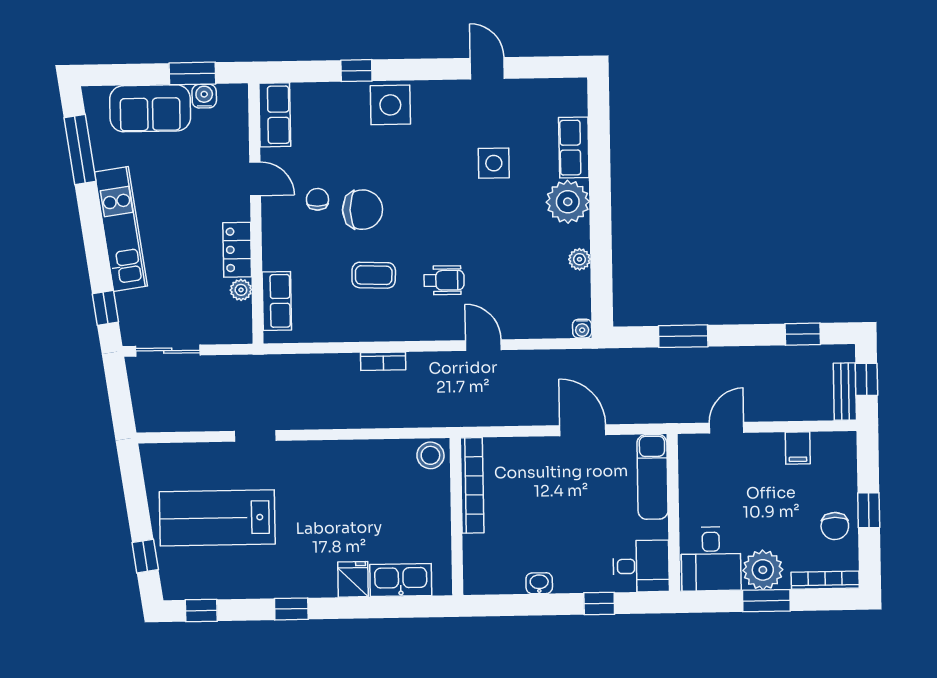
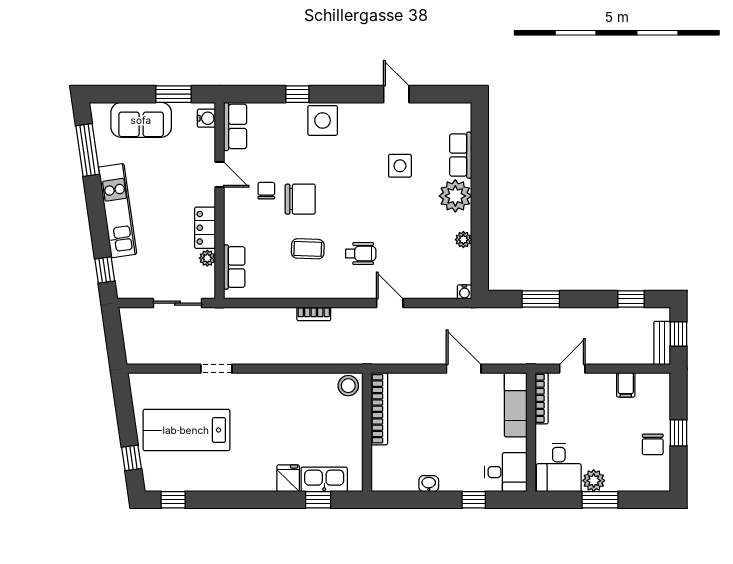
water cooler: (204, 96) -> (206, 118), moved, turned 90
sliding door: (168, 351) -> (177, 303), moved
plant: (763, 570) -> (594, 481), width x0.73, depth x0.73
bookcase: (825, 580) -> (542, 398), moved, turned 90
window: (291, 609) -> (318, 500), moved

